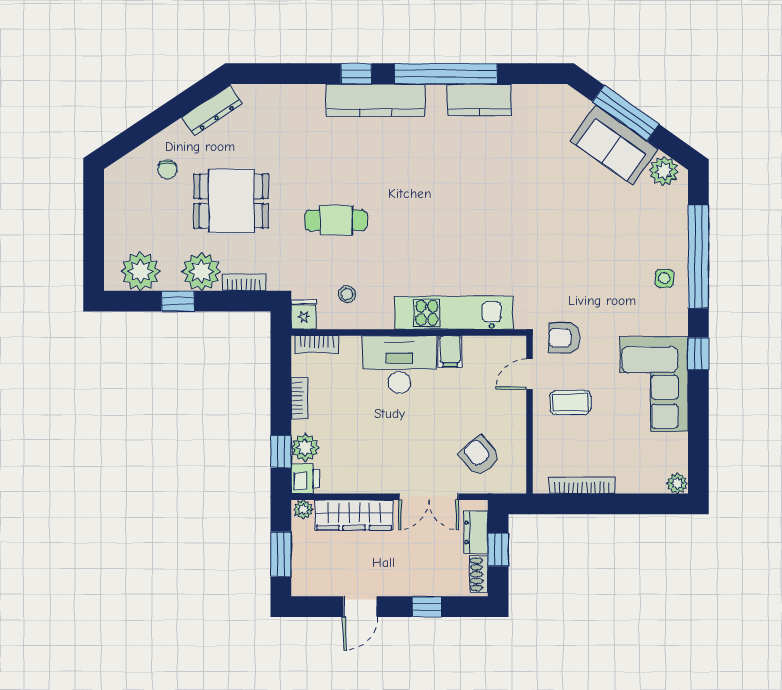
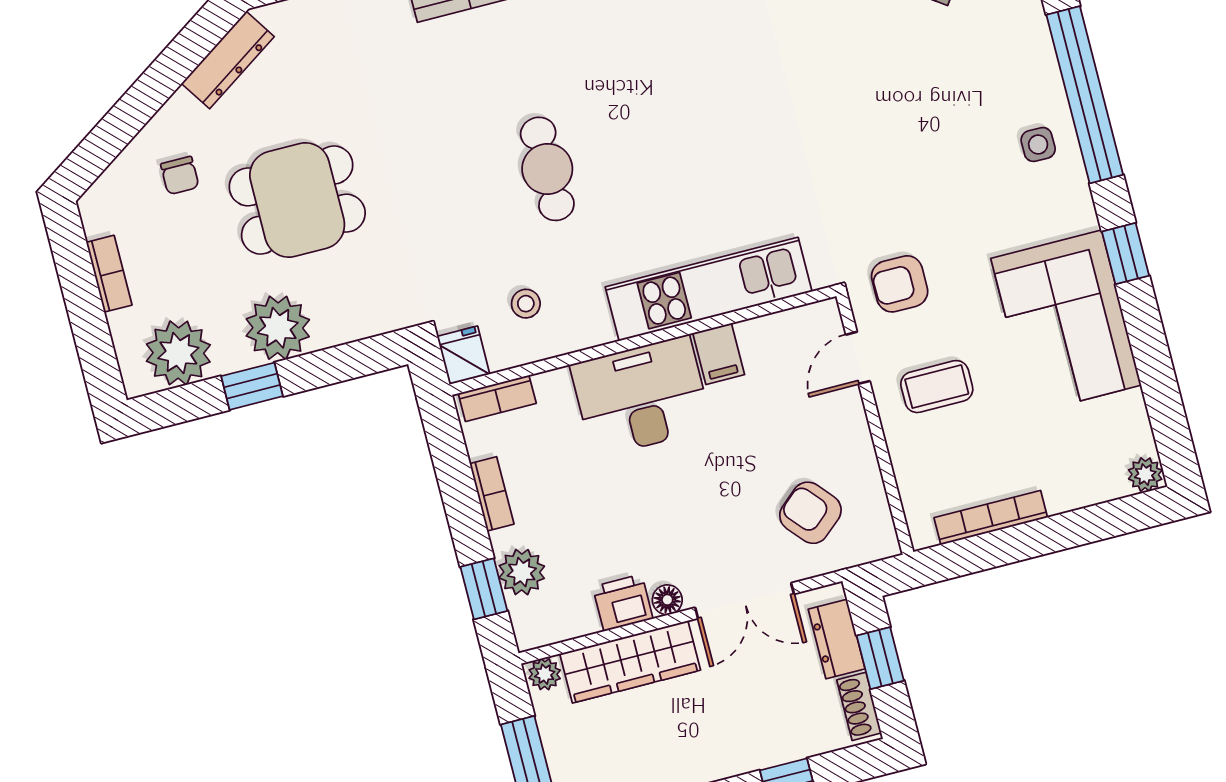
cafe table: (336, 220) -> (547, 169), moved, turned 90
bookcase: (244, 282) -> (109, 274), moved, turned 90
printer: (305, 479) -> (623, 603), moved, turned -90
floor lamp: (385, 485) -> (667, 600), added

